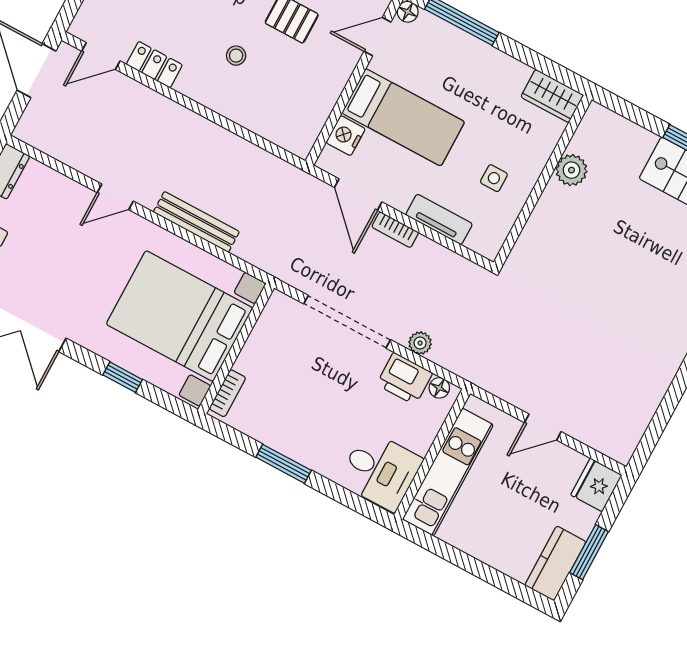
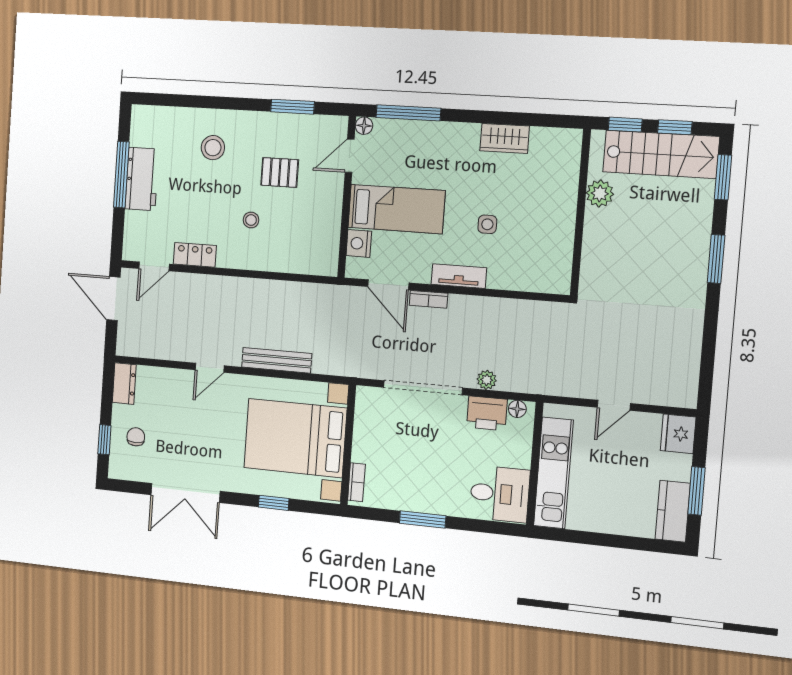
plant: (571, 170) -> (600, 193), moved
wall: (543, 181) -> (580, 213), moved

